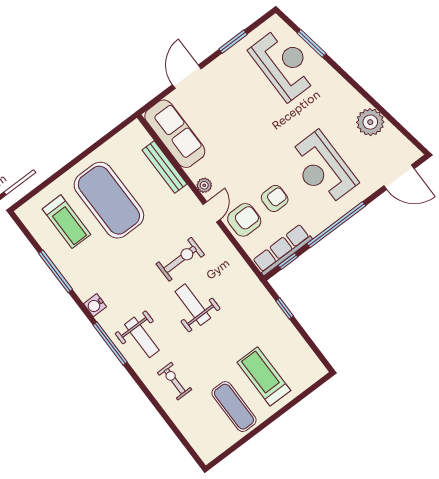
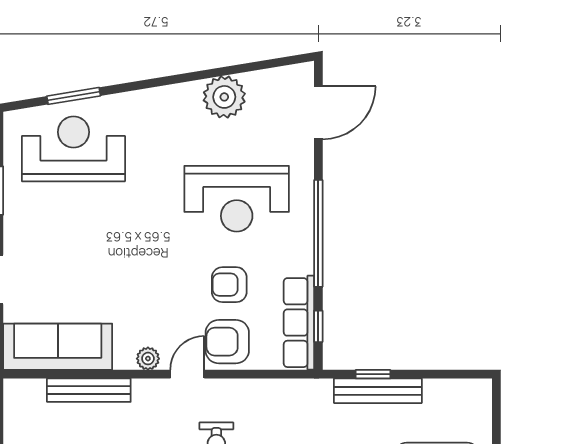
armchair: (275, 199) -> (229, 285), turned -90
door: (212, 212) -> (187, 374), hinge flipped
armchair: (244, 220) -> (227, 342), turned -90
bench: (278, 317) -> (378, 391), added

